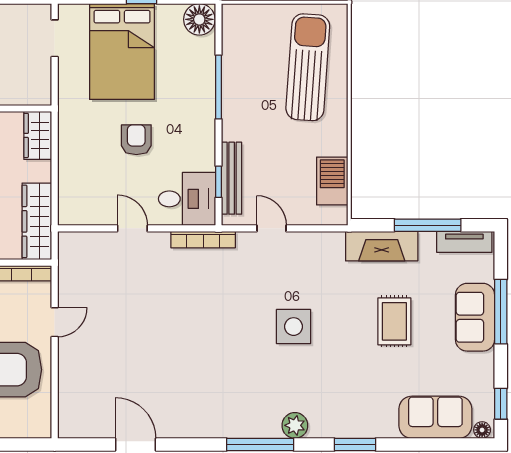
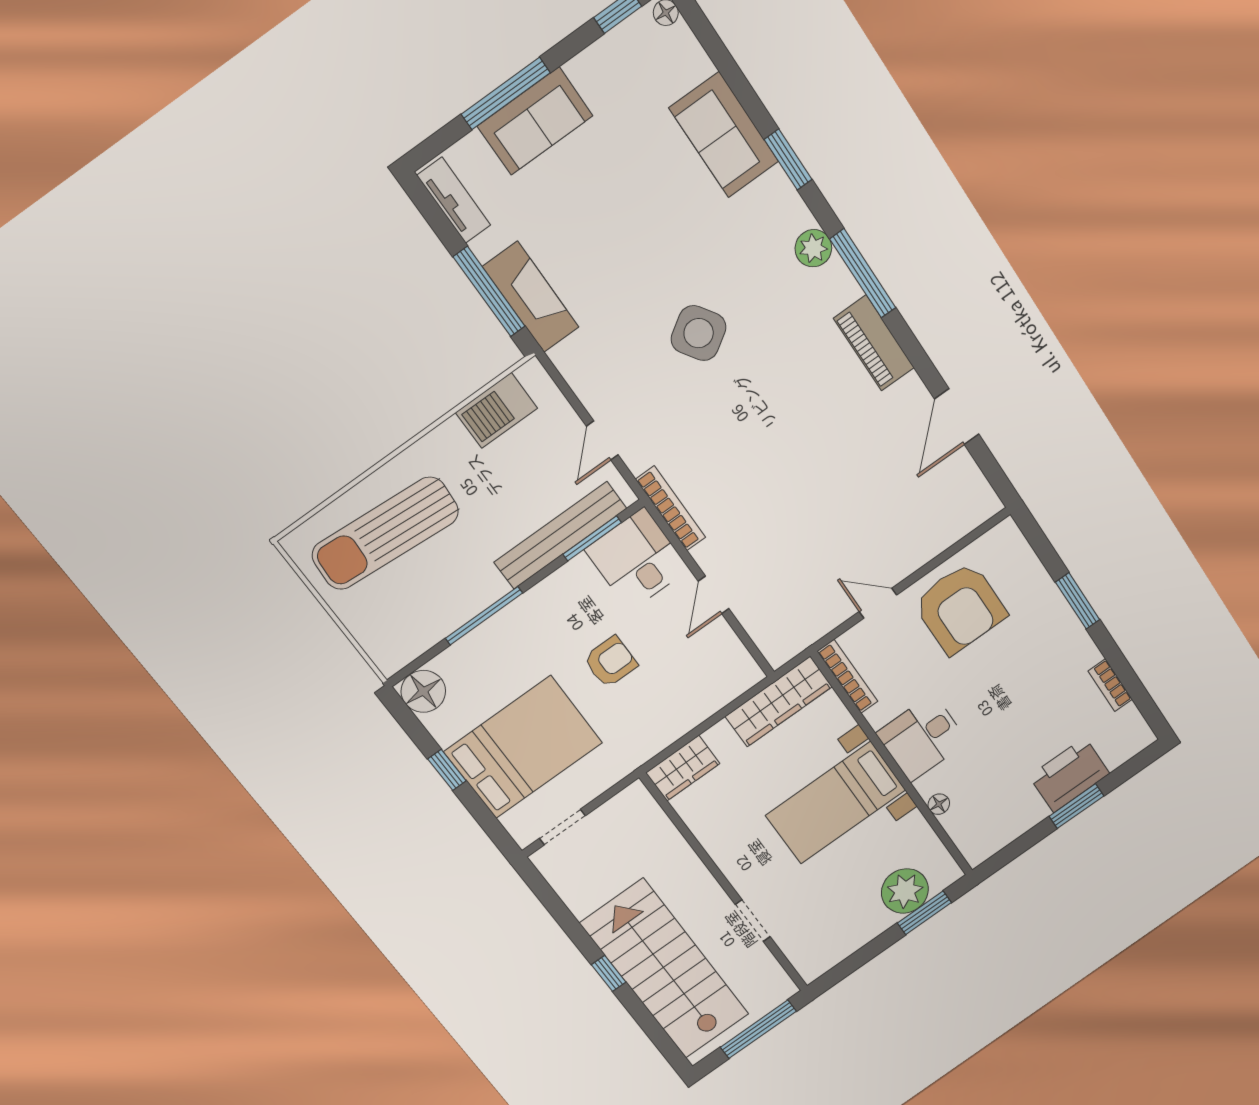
armchair: (136, 140) -> (610, 662), turned 180
bench: (232, 178) -> (560, 535), width x1.37, depth x1.21
window: (219, 182) -> (592, 538), width x1.50
window: (428, 225) -> (489, 292), moved
rug: (394, 321) -> (609, 217), removed
side table: (294, 327) -> (699, 333), turned -33
sofa: (435, 417) -> (724, 135), moved
piano: (215, 424) -> (874, 343), added

